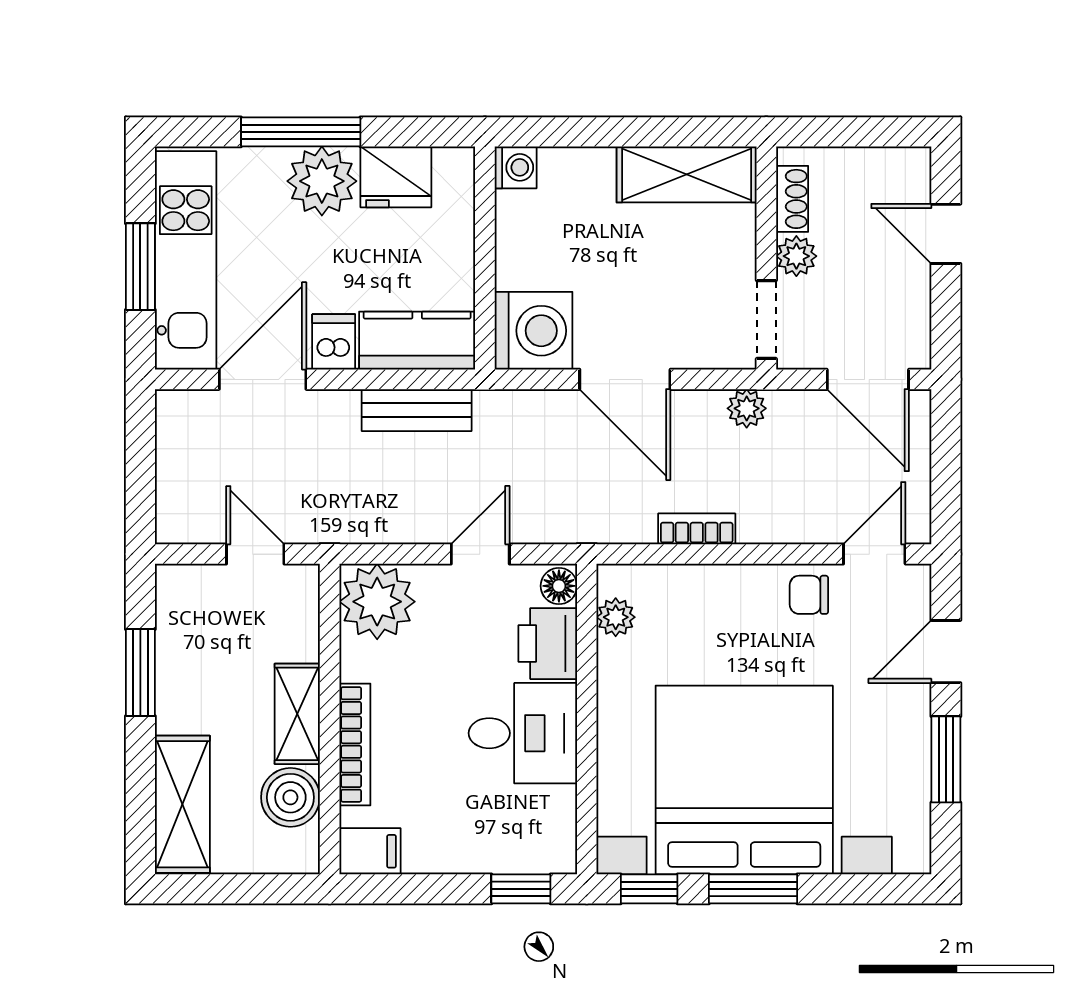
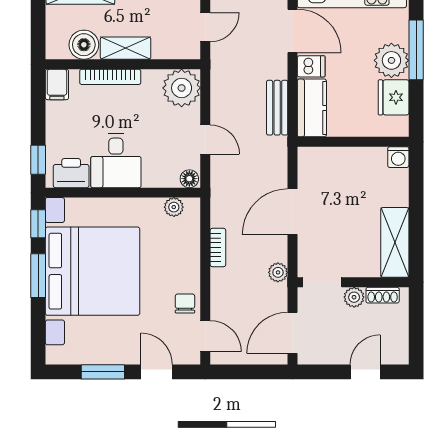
washing machine: (533, 331) -> (317, 166), removed
printer: (548, 644) -> (71, 173), moved

